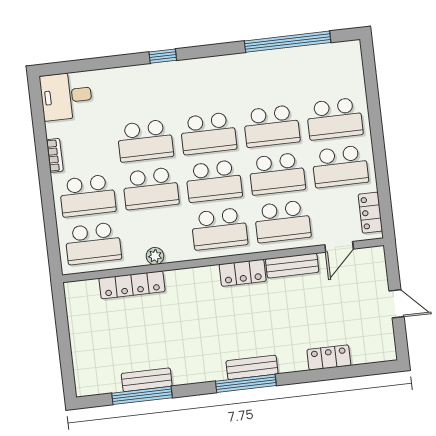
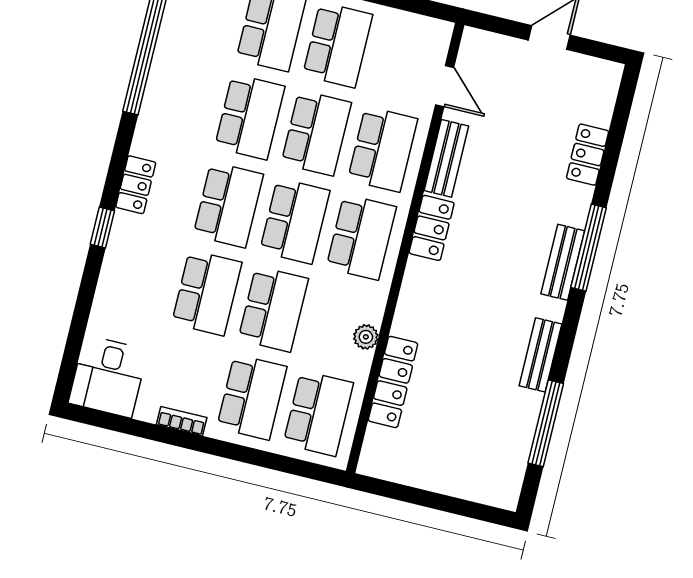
locker: (370, 213) -> (136, 185), moved, turned -90
bench: (147, 380) -> (540, 355), moved
window: (246, 383) -> (589, 248), moved

